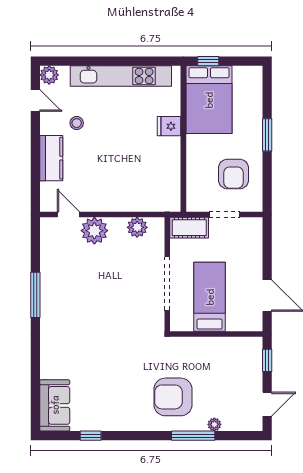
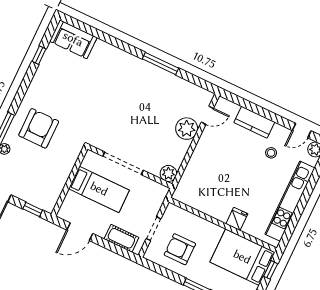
plant: (137, 227) -> (168, 173), moved
cot: (189, 228) -> (121, 238), moved, turned 90

